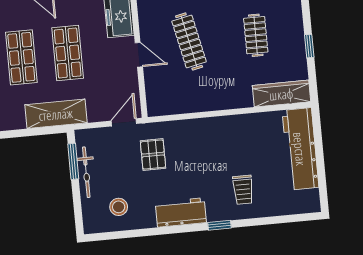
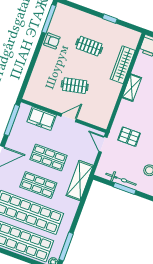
clothes rail: (189, 41) -> (75, 86), width x0.73
wardrobe: (281, 94) -> (123, 65), moved
shelving: (225, 125) -> (132, 88), added
window: (73, 161) -> (125, 189), moved

